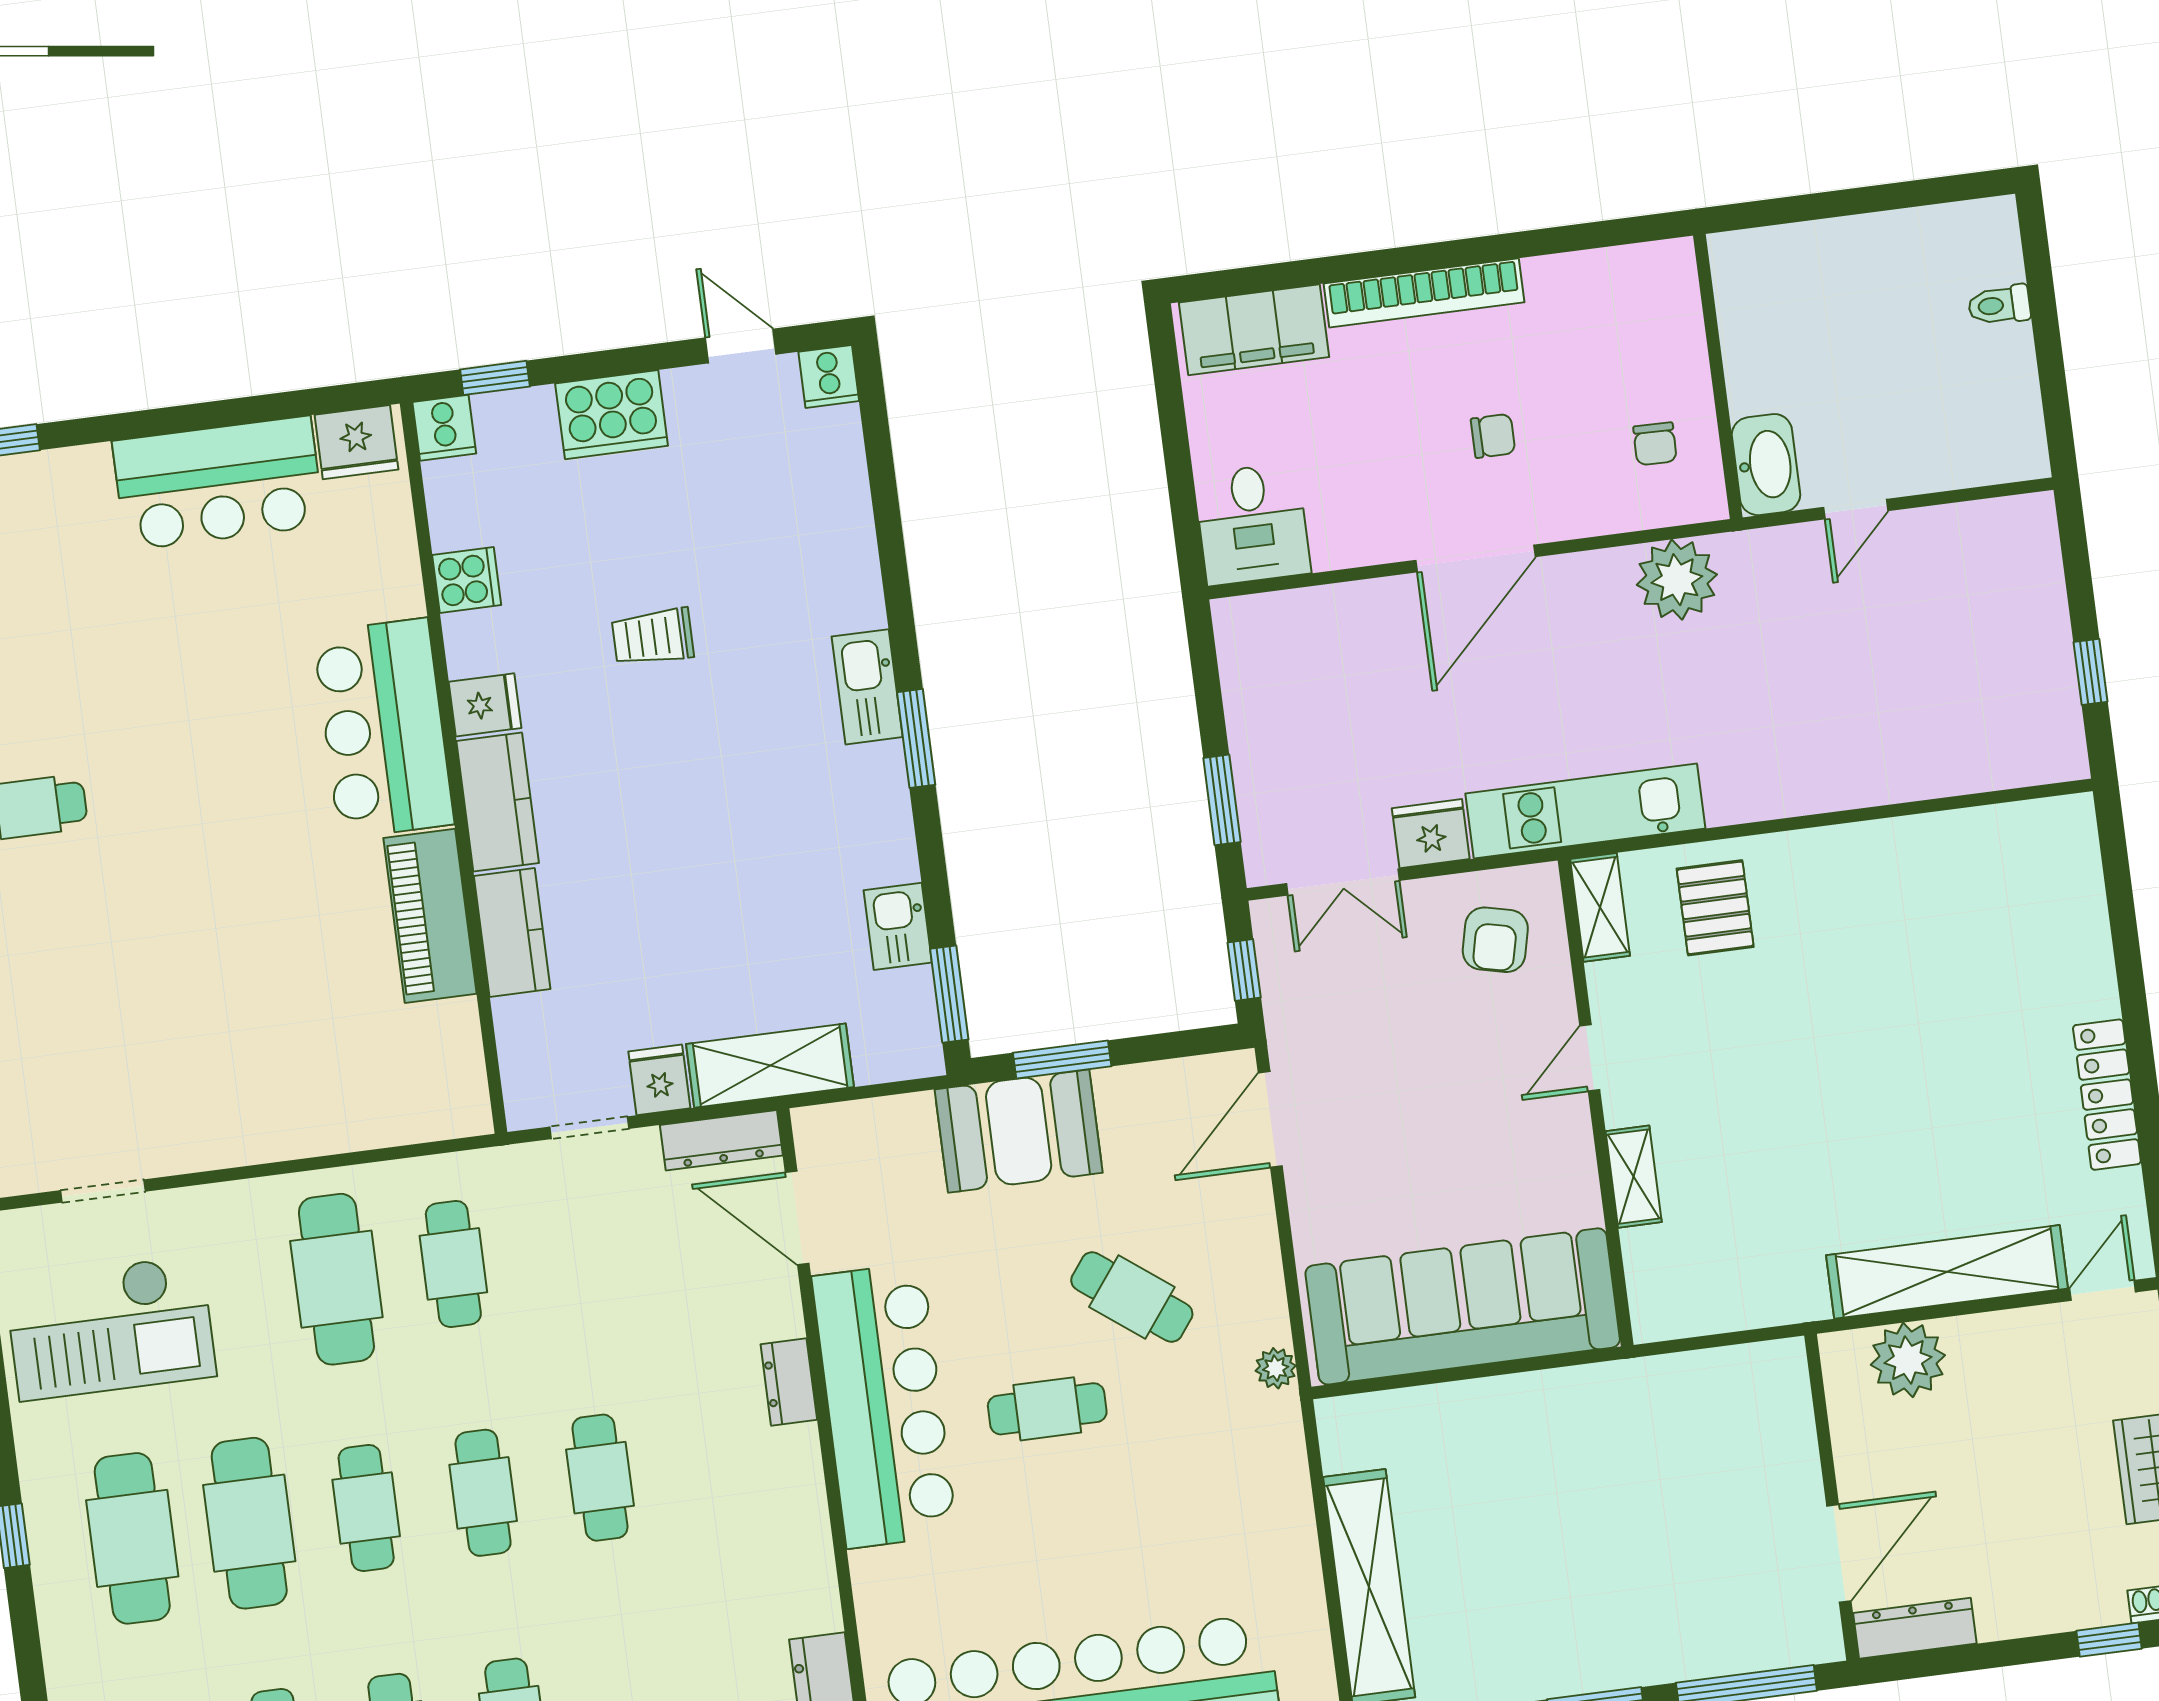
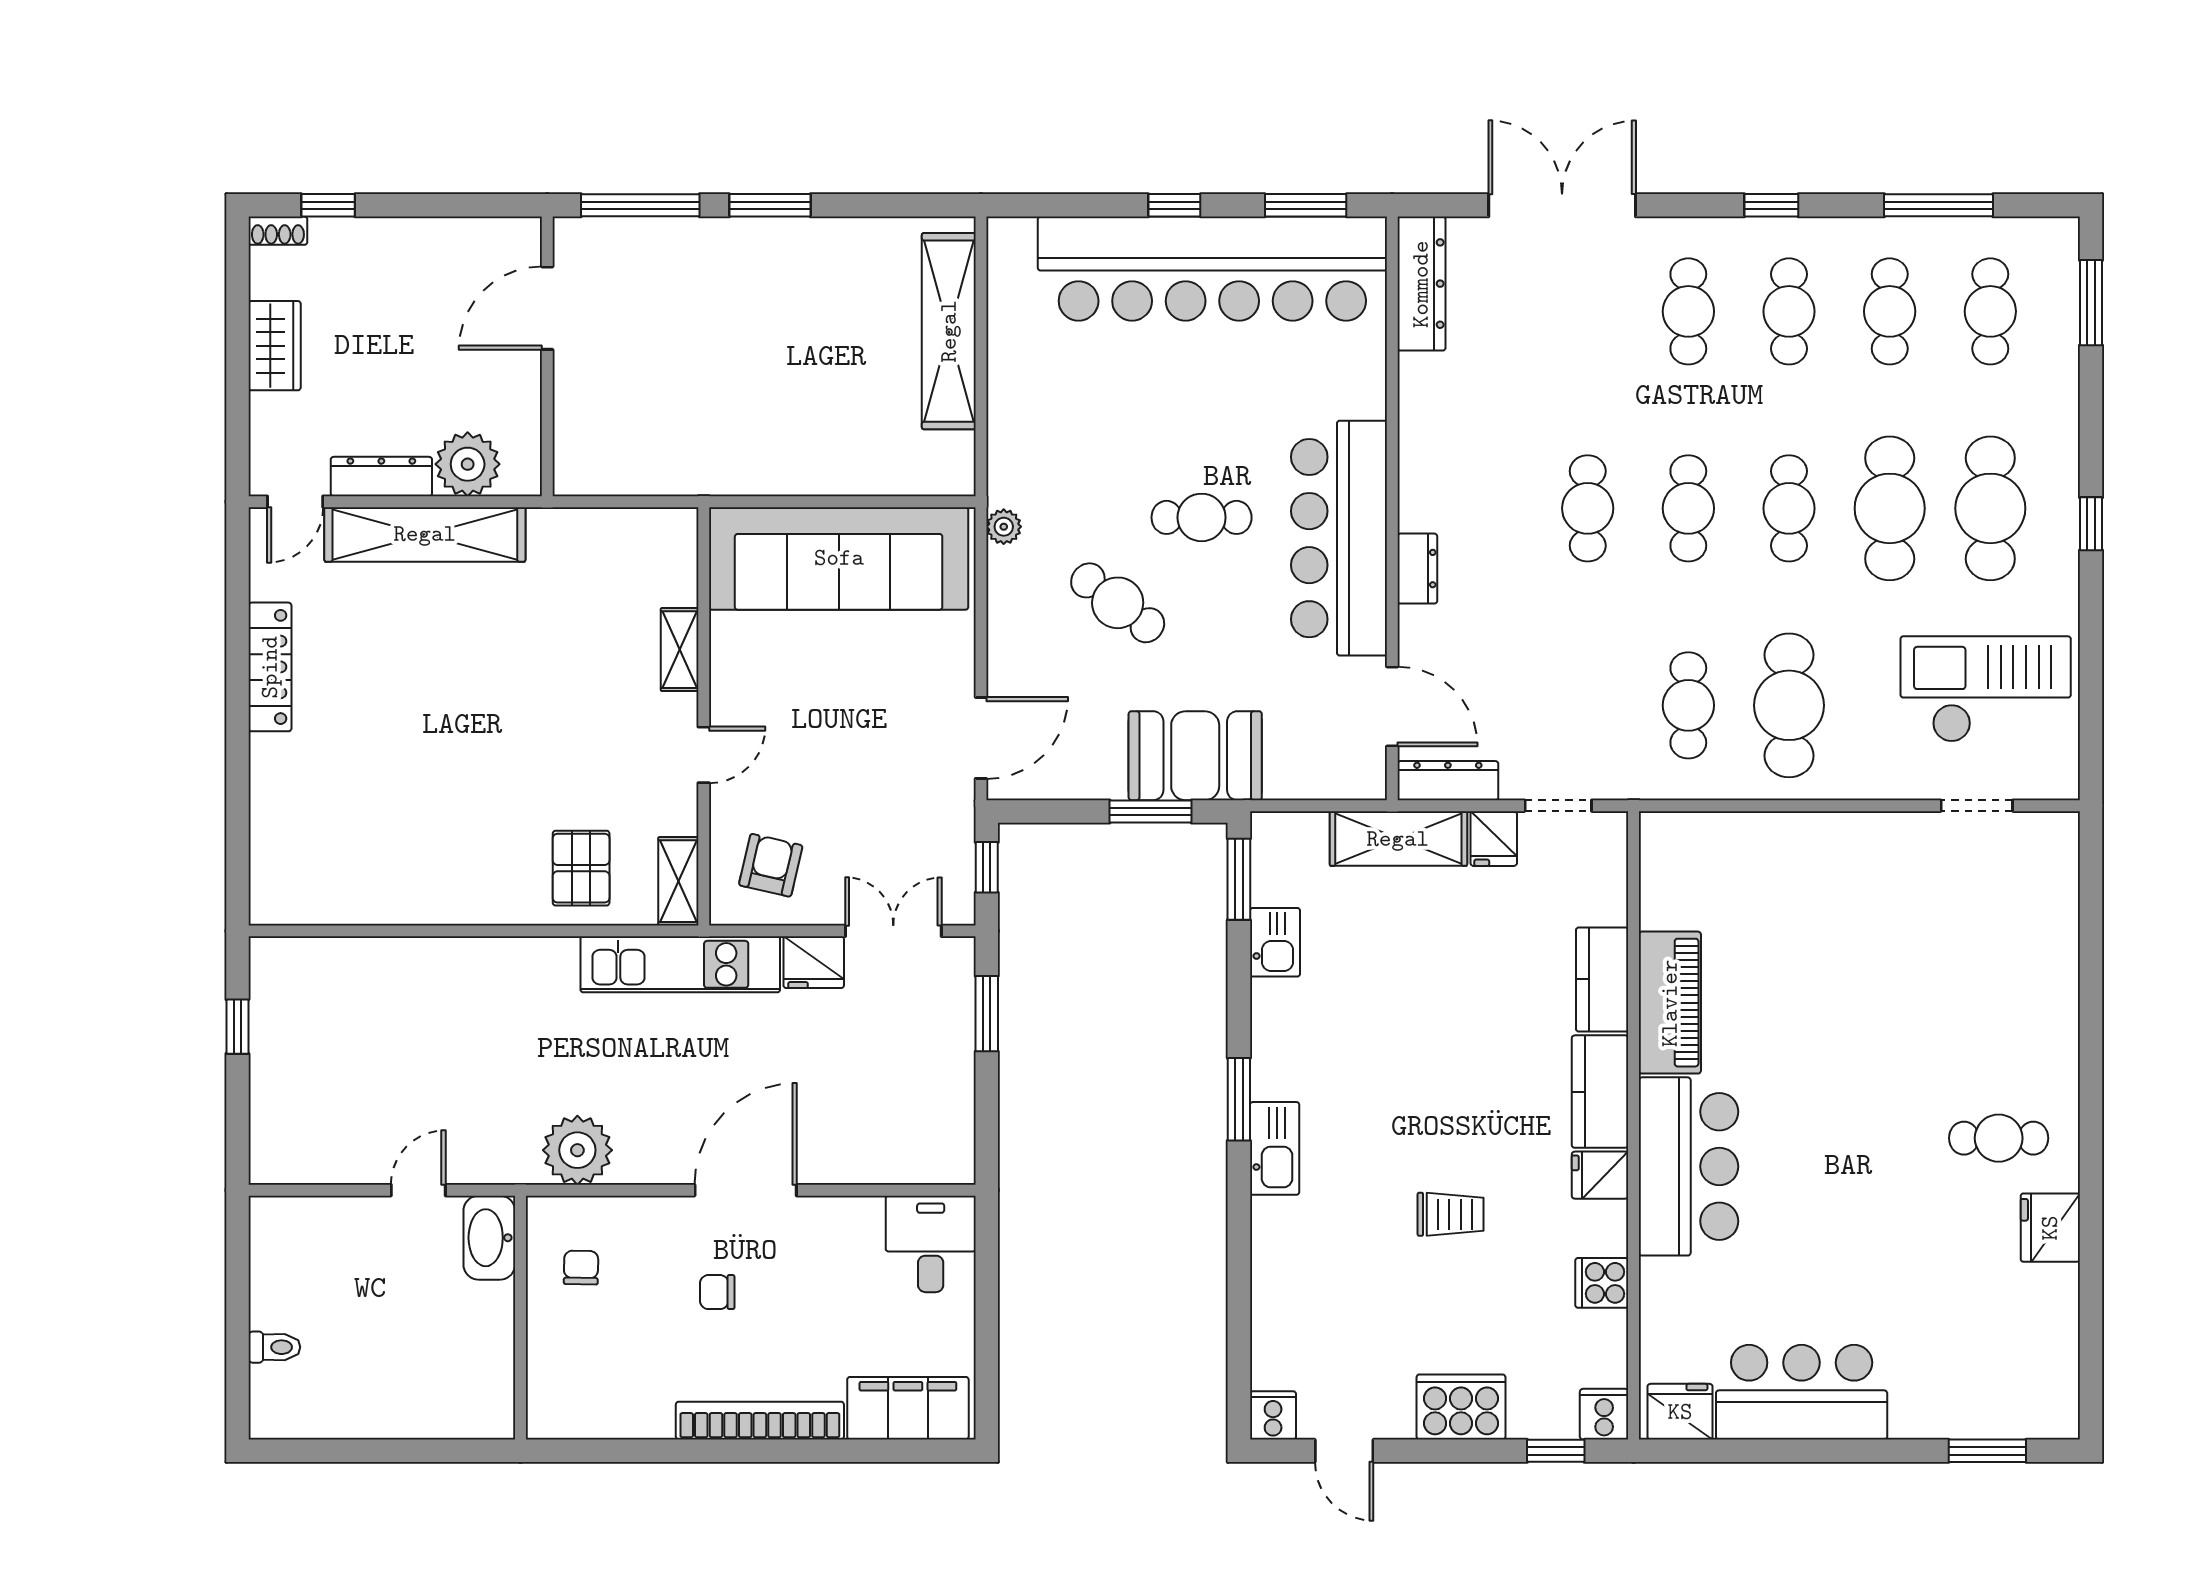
dresser: (1915, 1628) -> (381, 477), moved, turned 180

